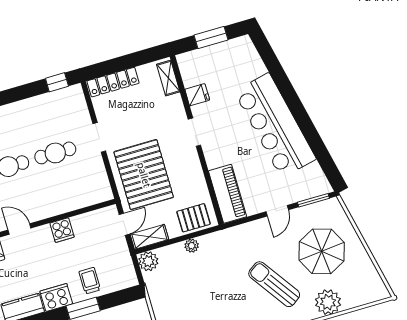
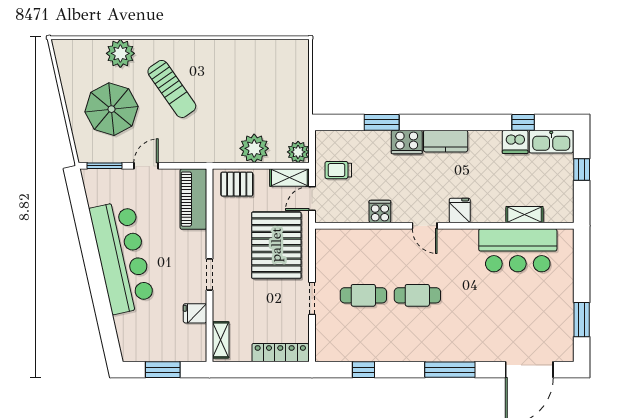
window: (57, 82) -> (364, 370), moved
plant: (192, 246) -> (254, 148), width x1.88, depth x1.88
trolley: (90, 281) -> (338, 170), moved, turned 90

